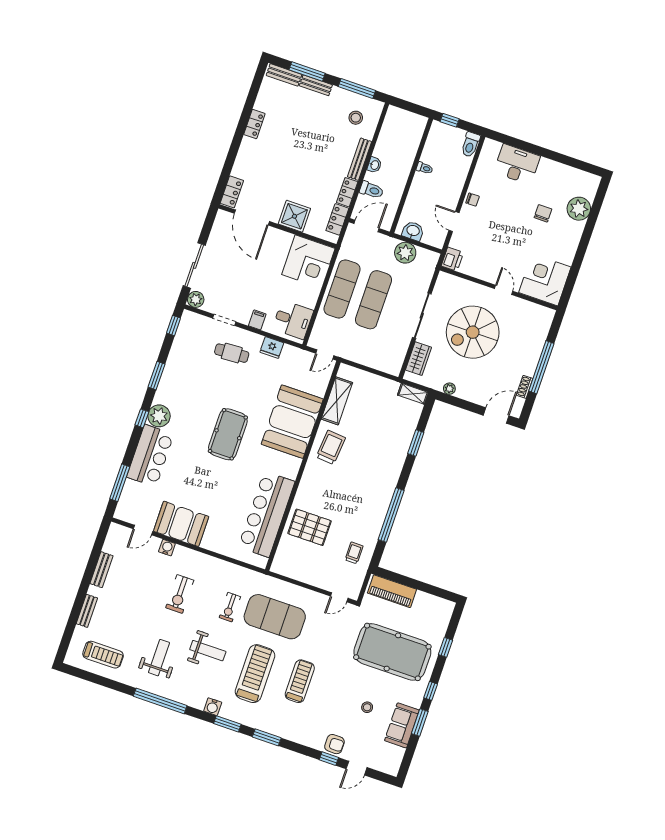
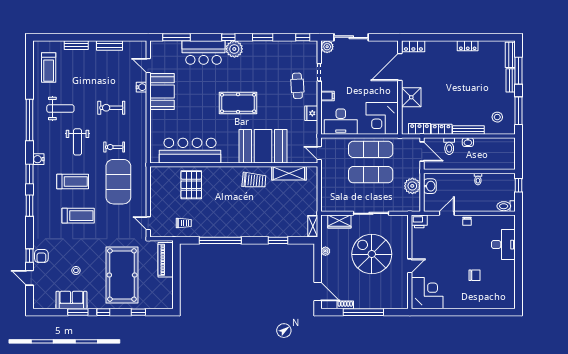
plant: (579, 209) -> (487, 300), removed
desk: (293, 320) -> (341, 122), width x1.37
treadmill: (255, 674) -> (73, 182), width x0.73, depth x0.73

